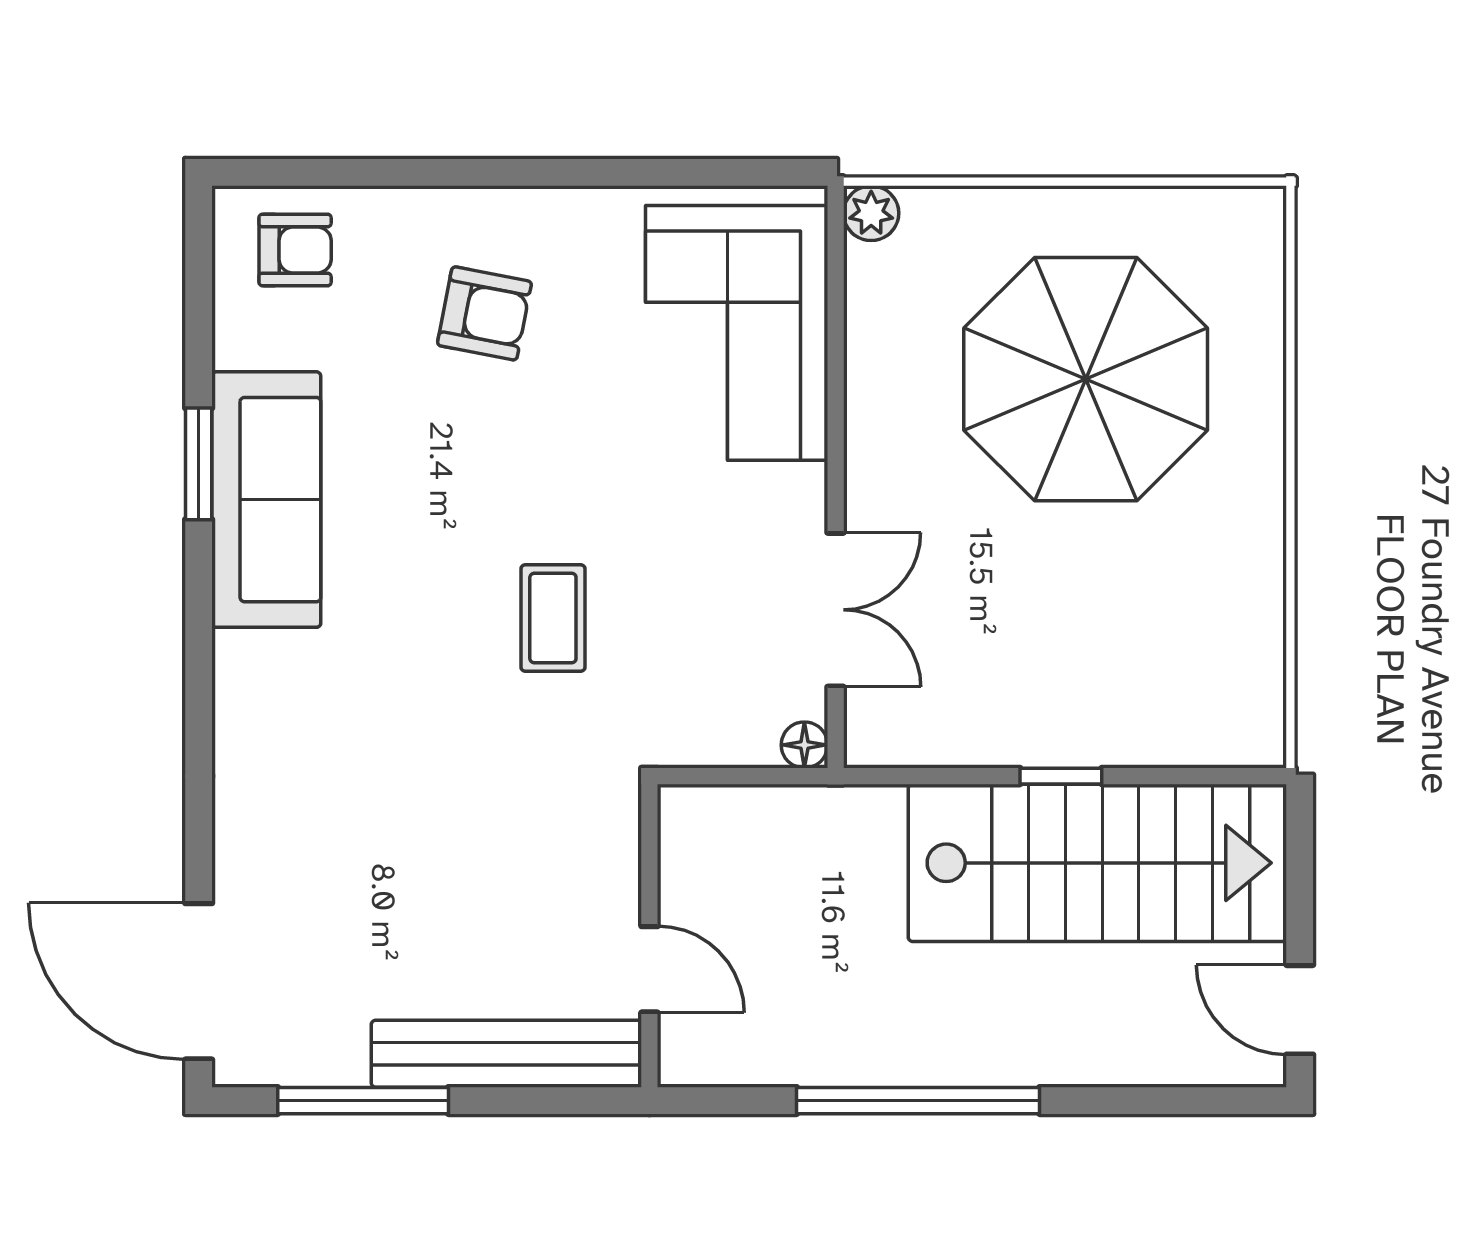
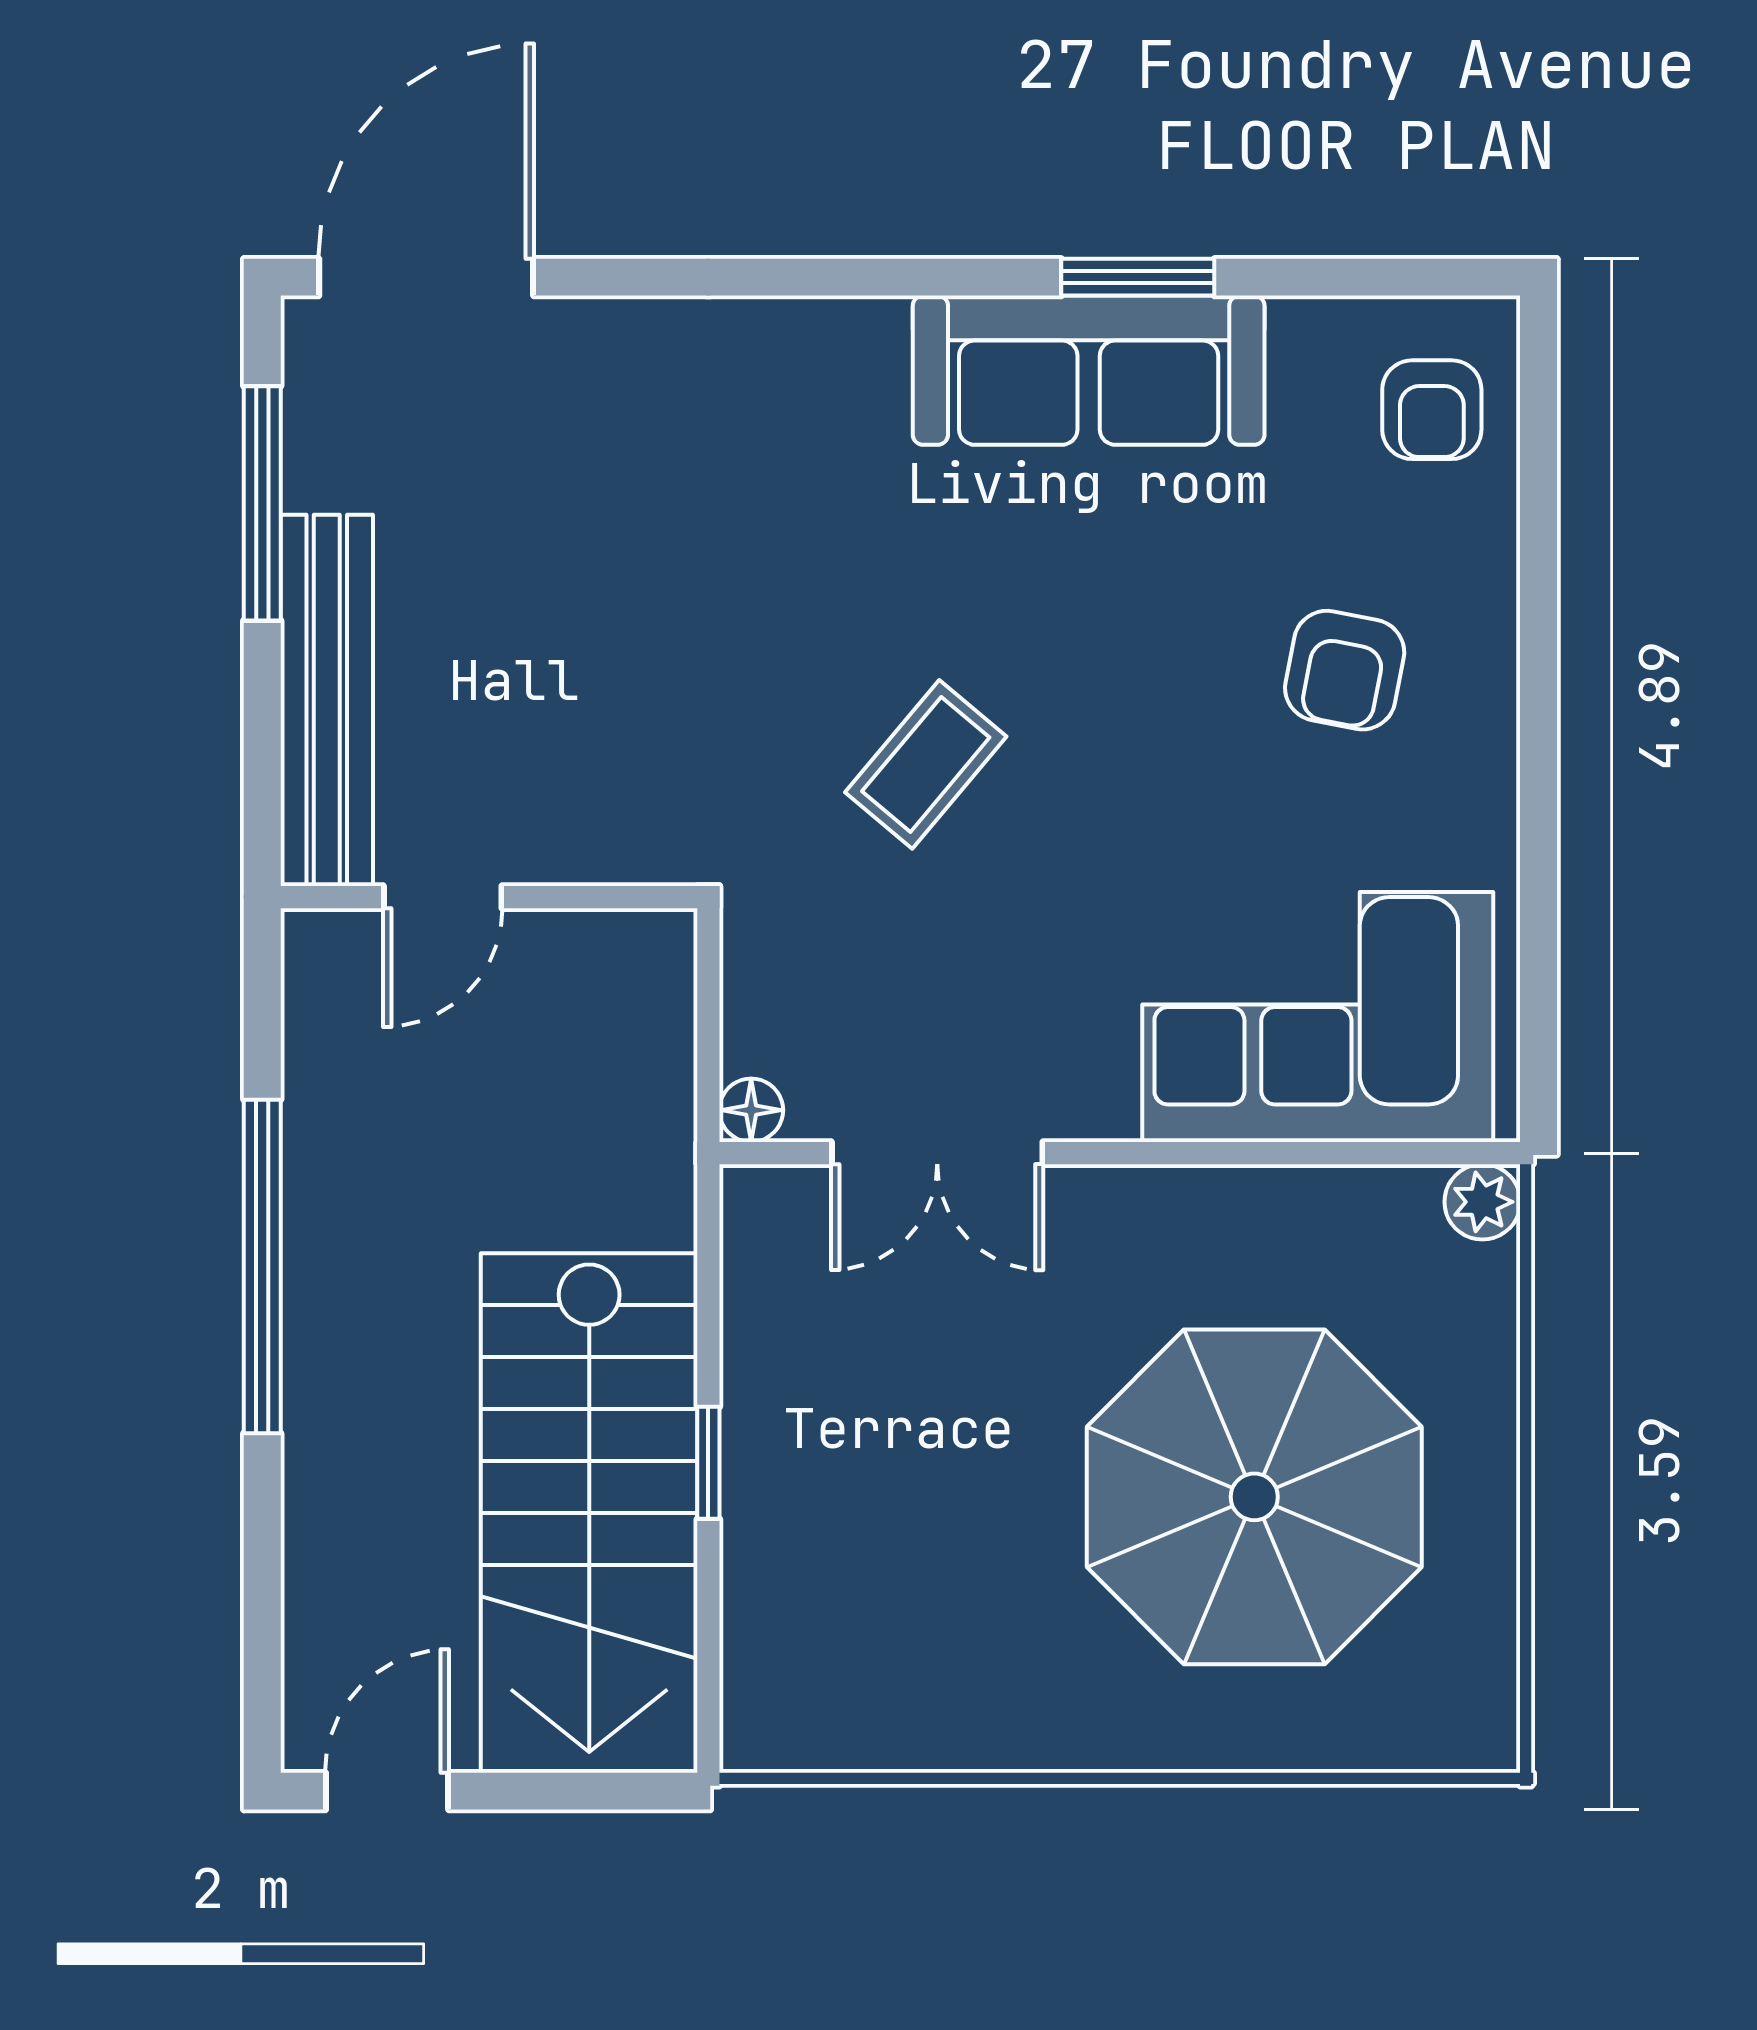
coffee table: (553, 618) -> (926, 764), turned -50

